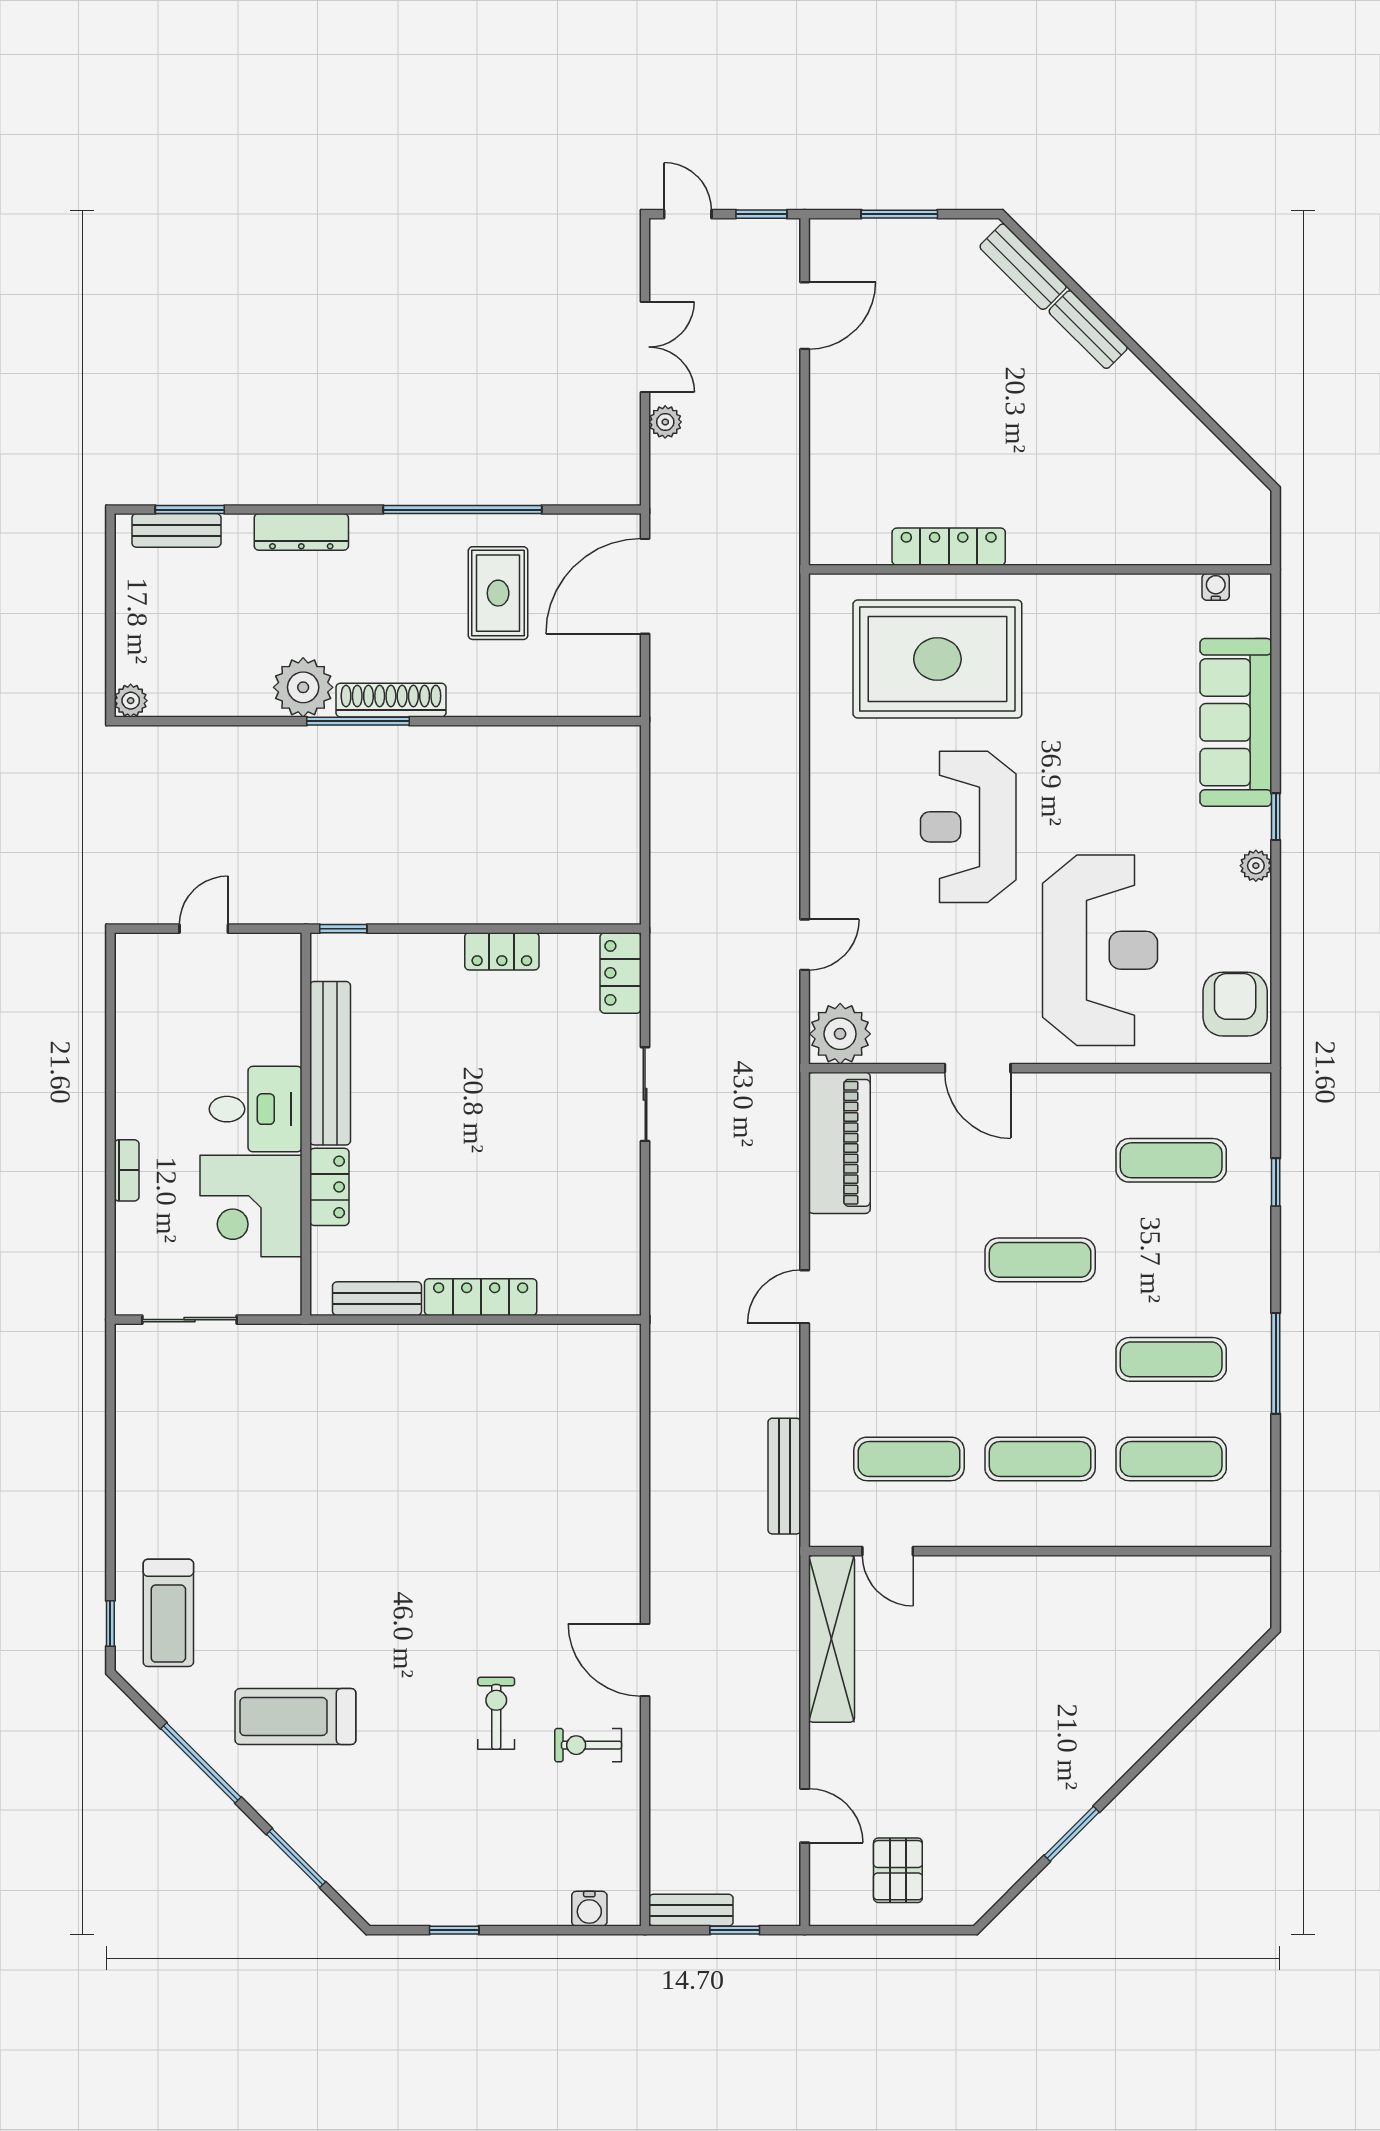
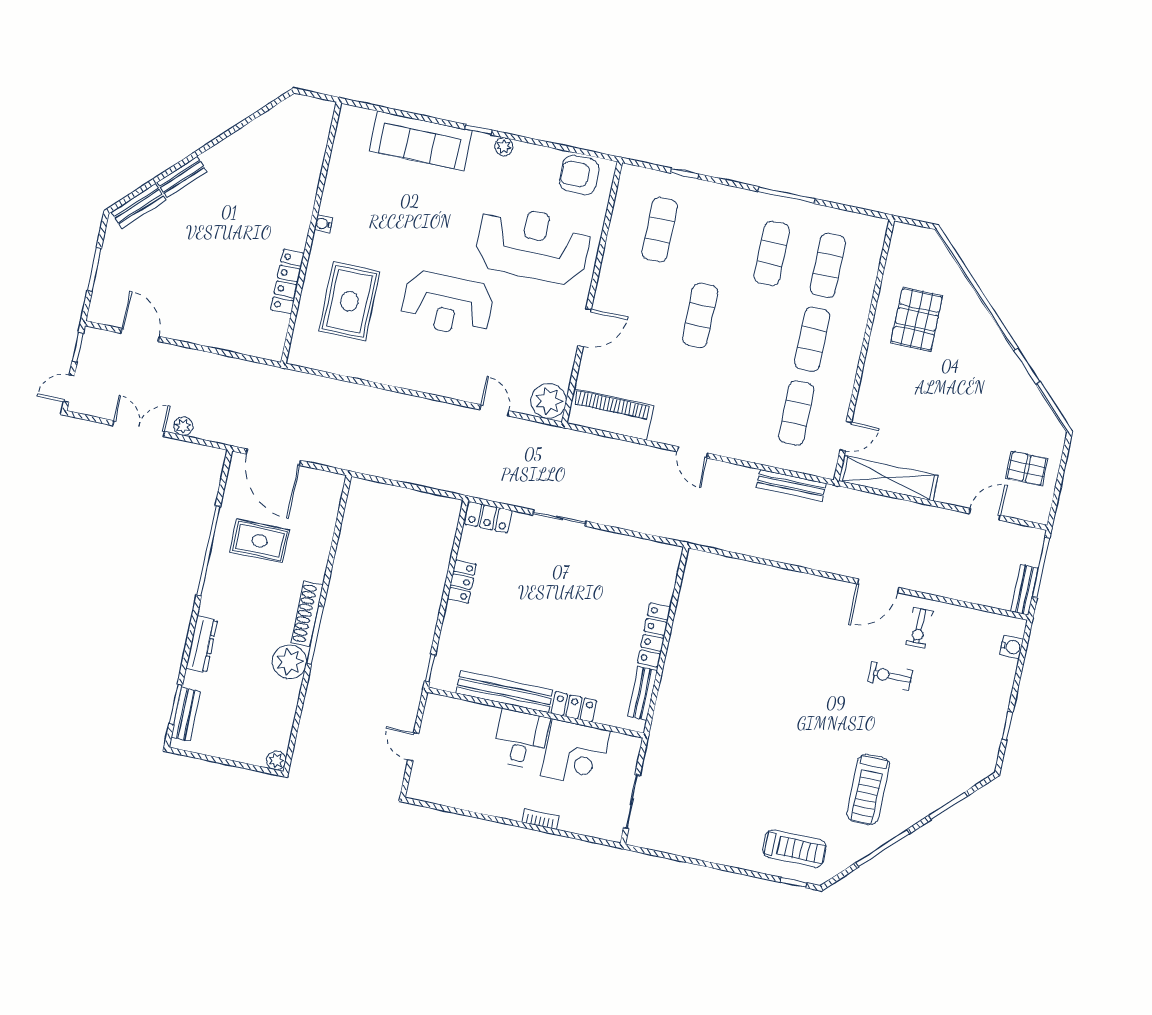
water cooler: (1216, 587) -> (323, 224), moved
rug: (937, 659) -> (349, 301), width x0.73, depth x0.69
pallet: (1112, 1629) -> (917, 319), added
window: (735, 1930) -> (1041, 568), width x2.17

